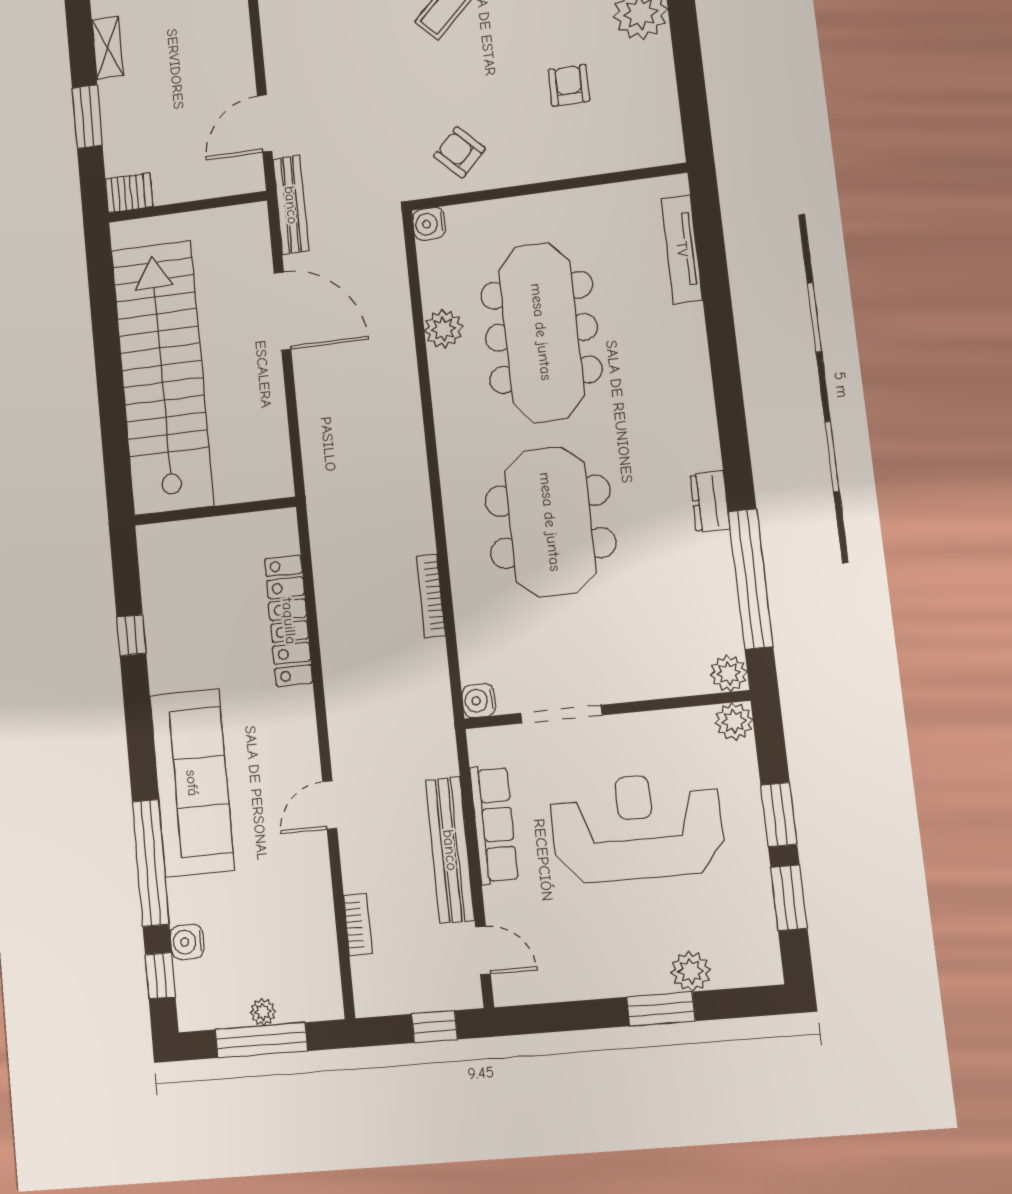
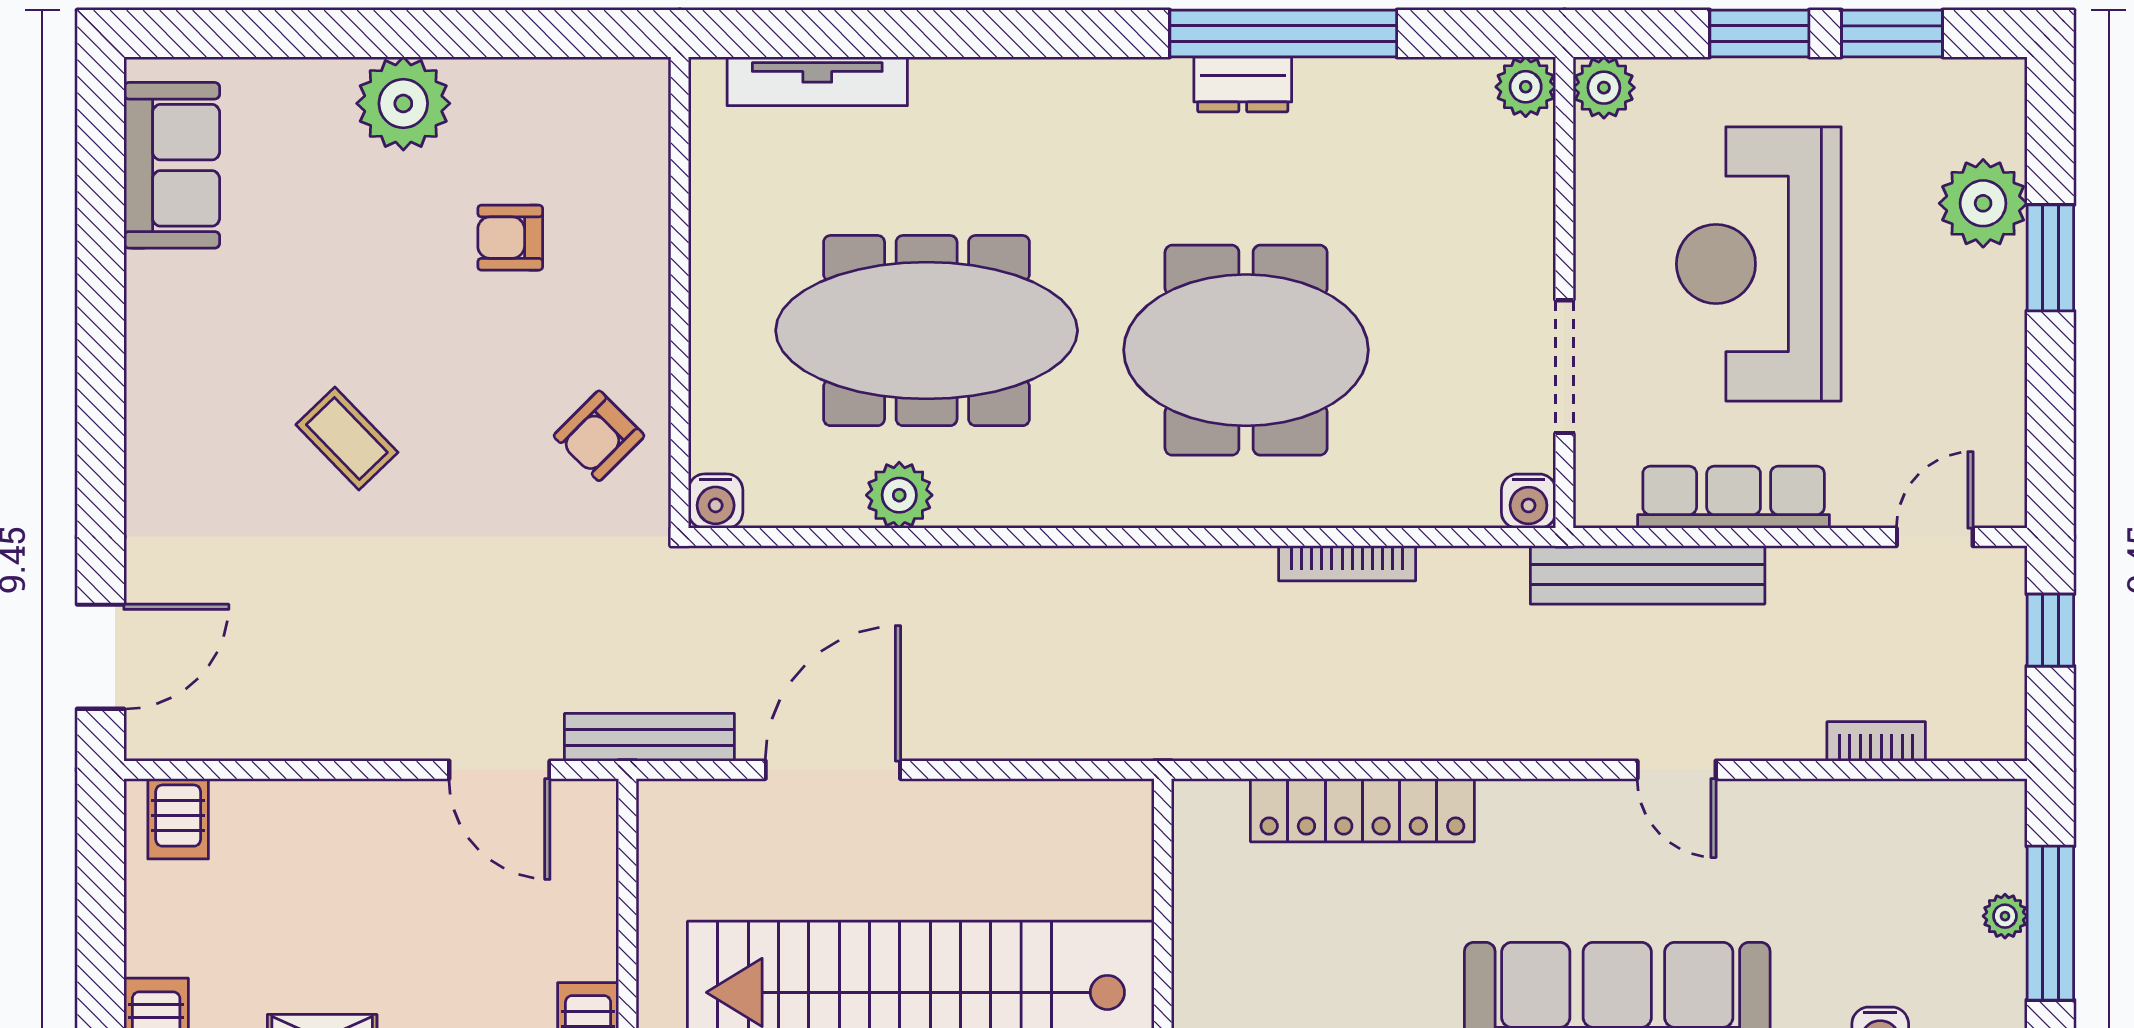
window: (751, 579) -> (1283, 34), moved
bench: (450, 850) -> (1648, 575), moved
plant: (691, 971) -> (1983, 203), width x1.36, depth x1.36

